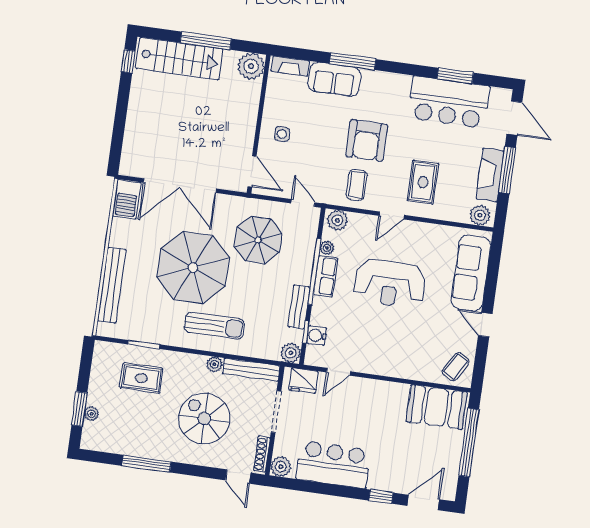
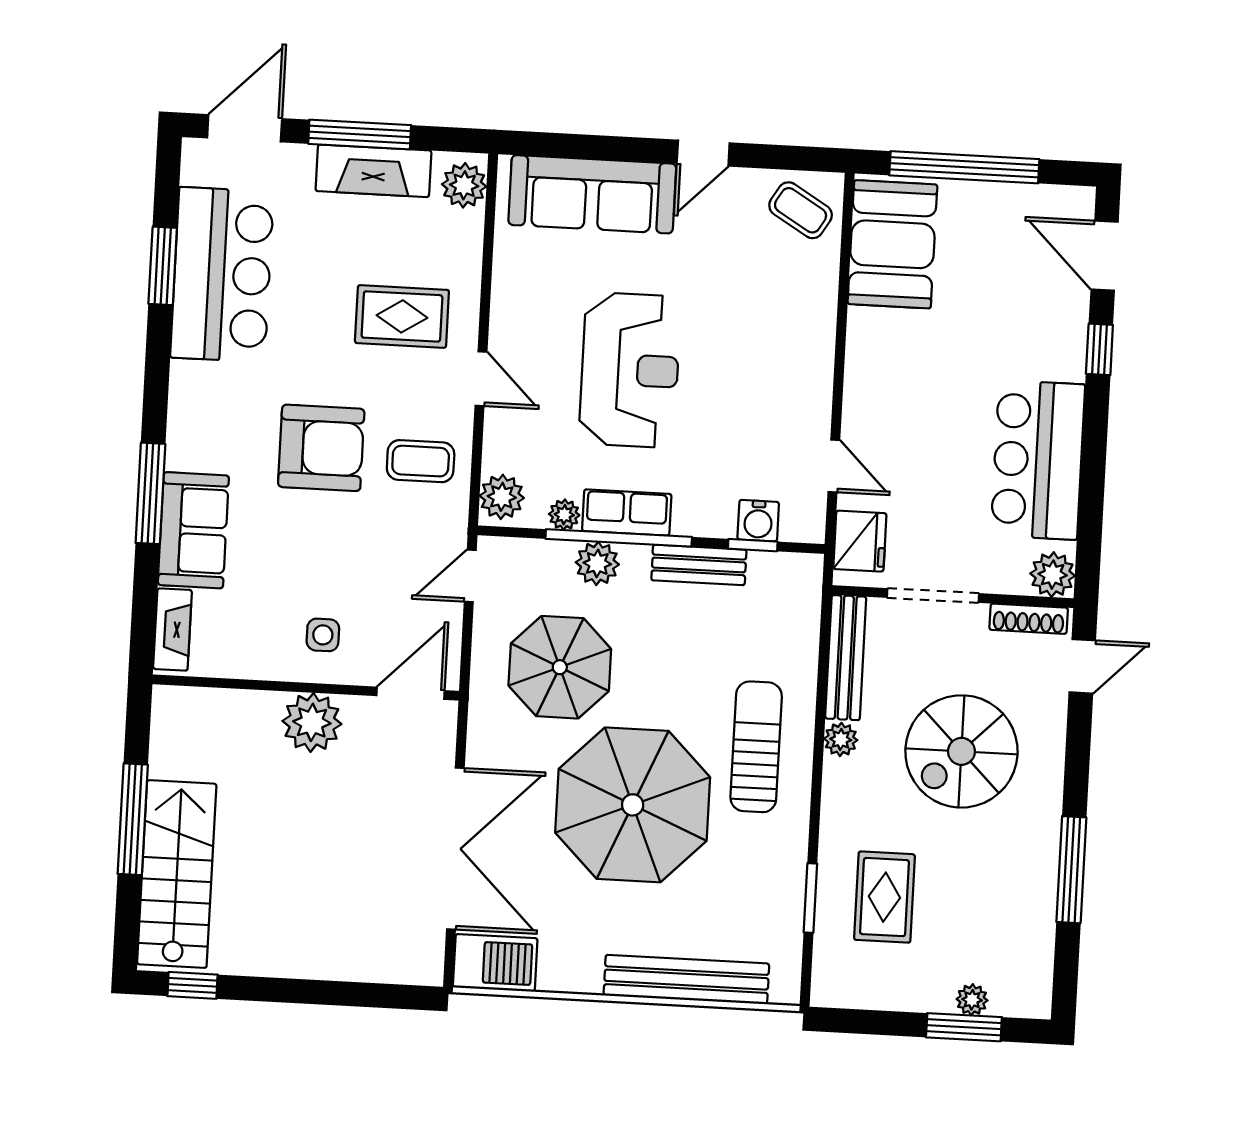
plant: (251, 66) -> (312, 722), moved
plant: (291, 353) -> (597, 563), moved

